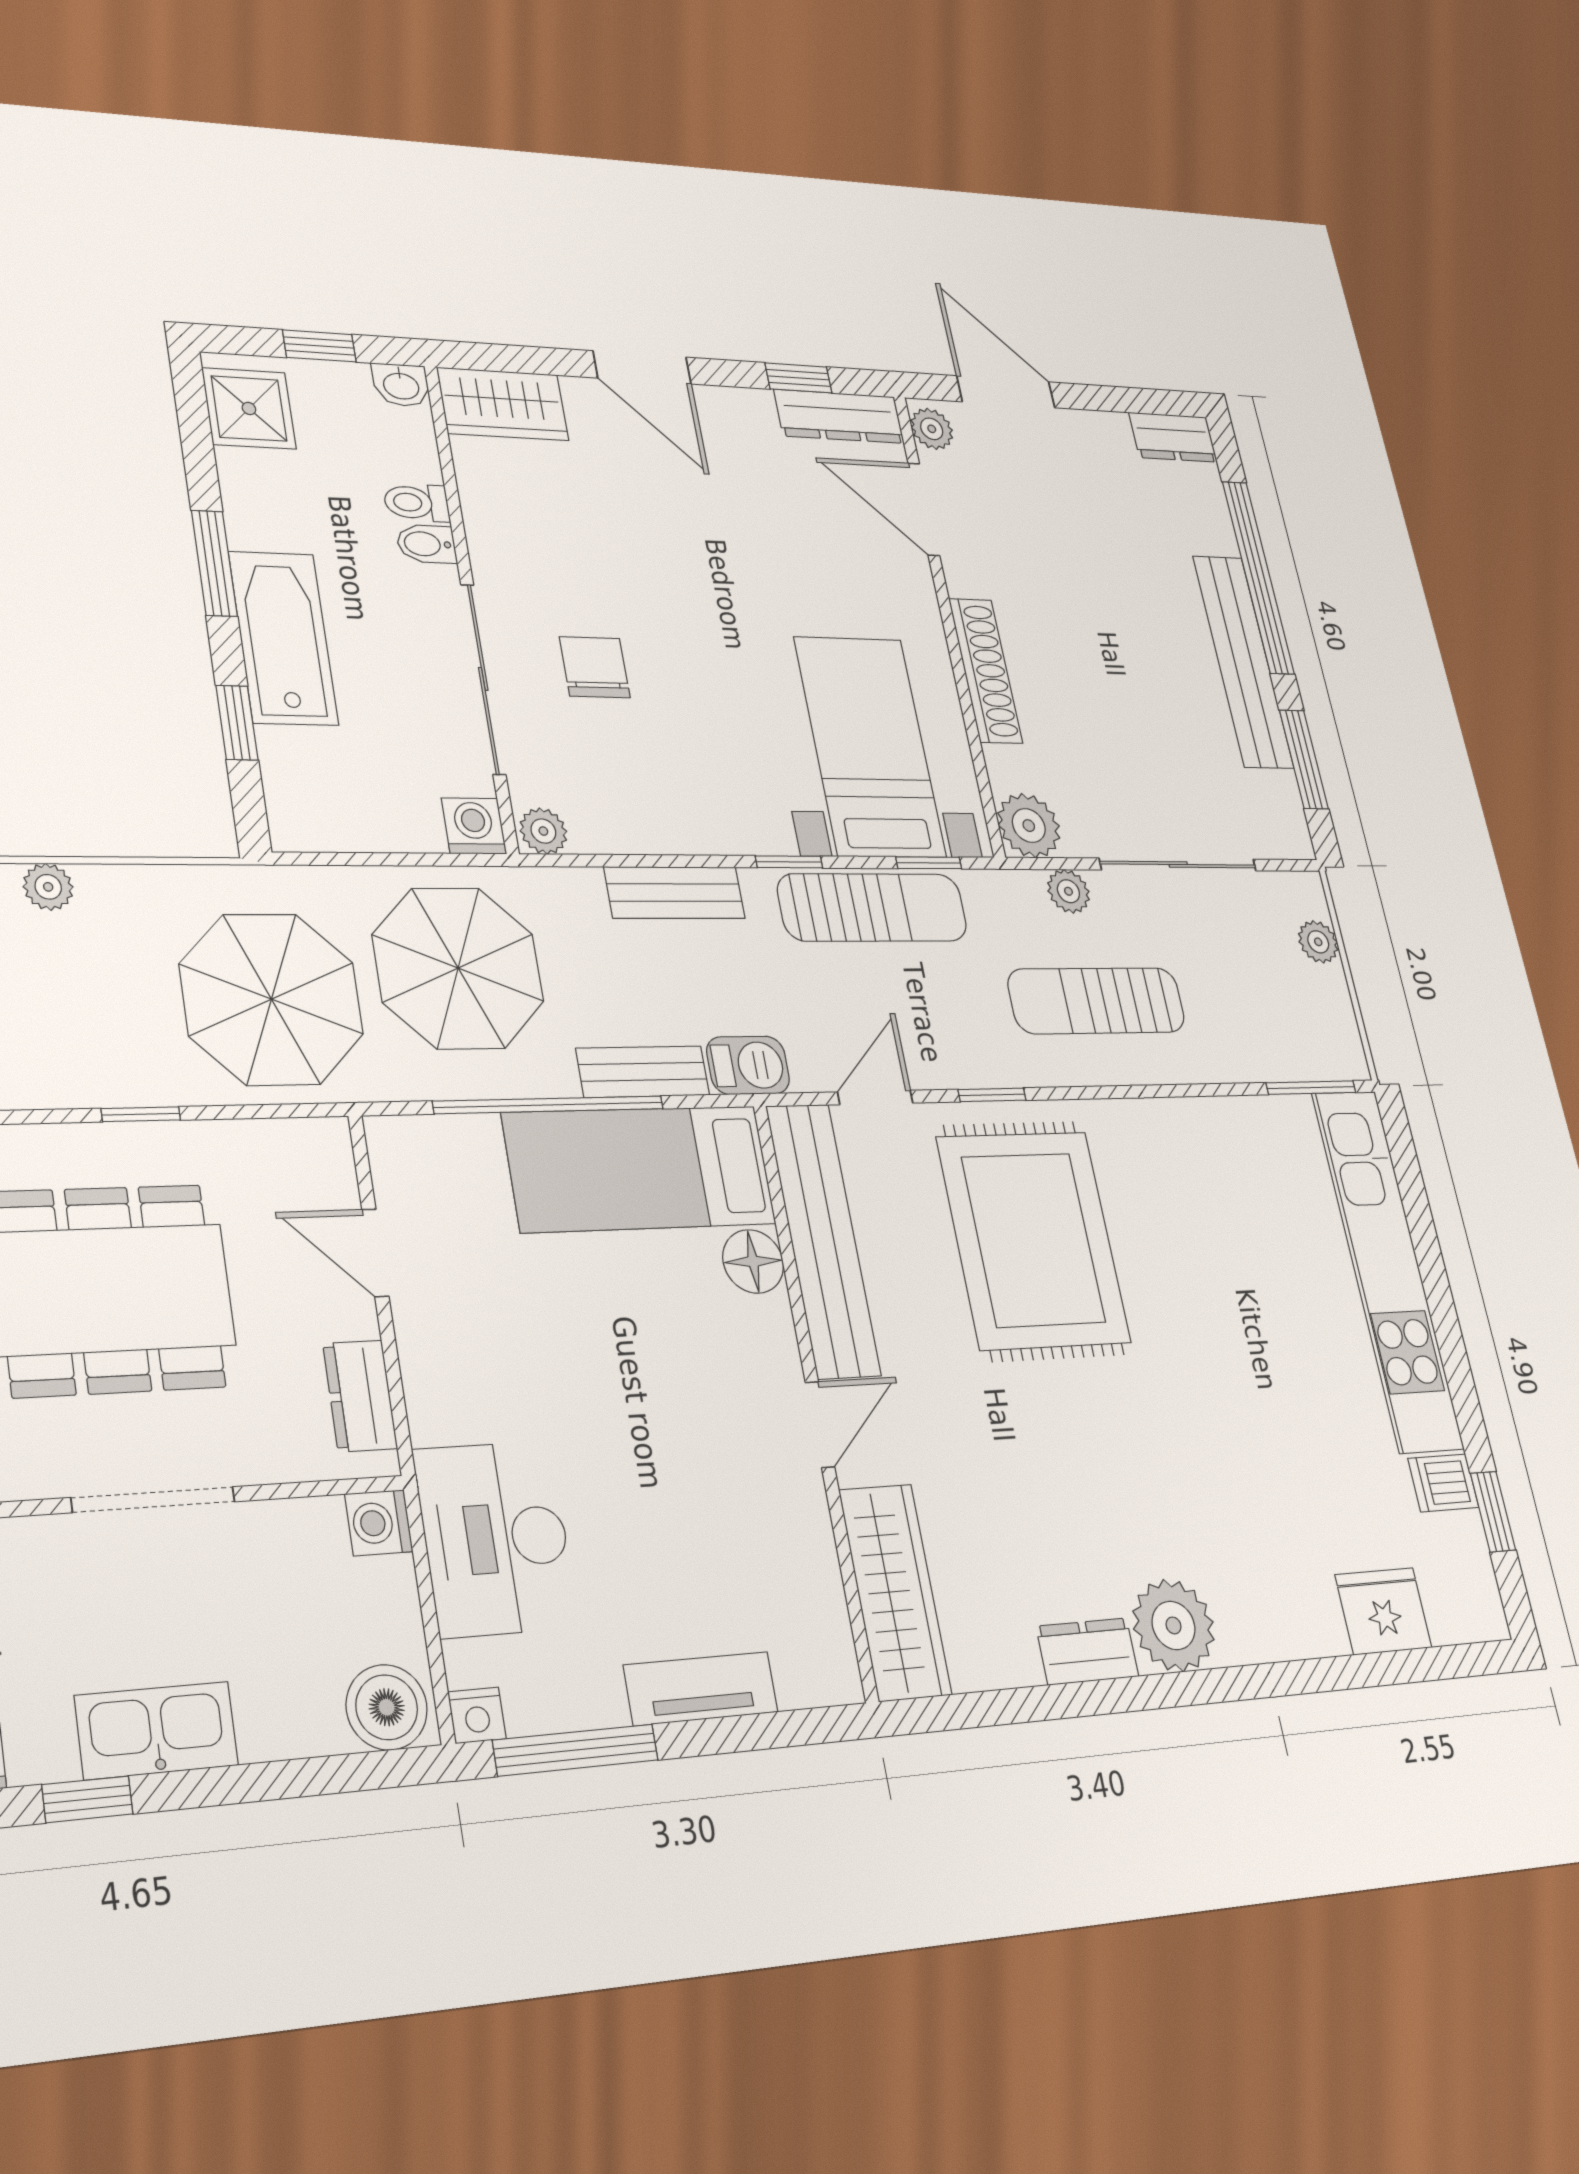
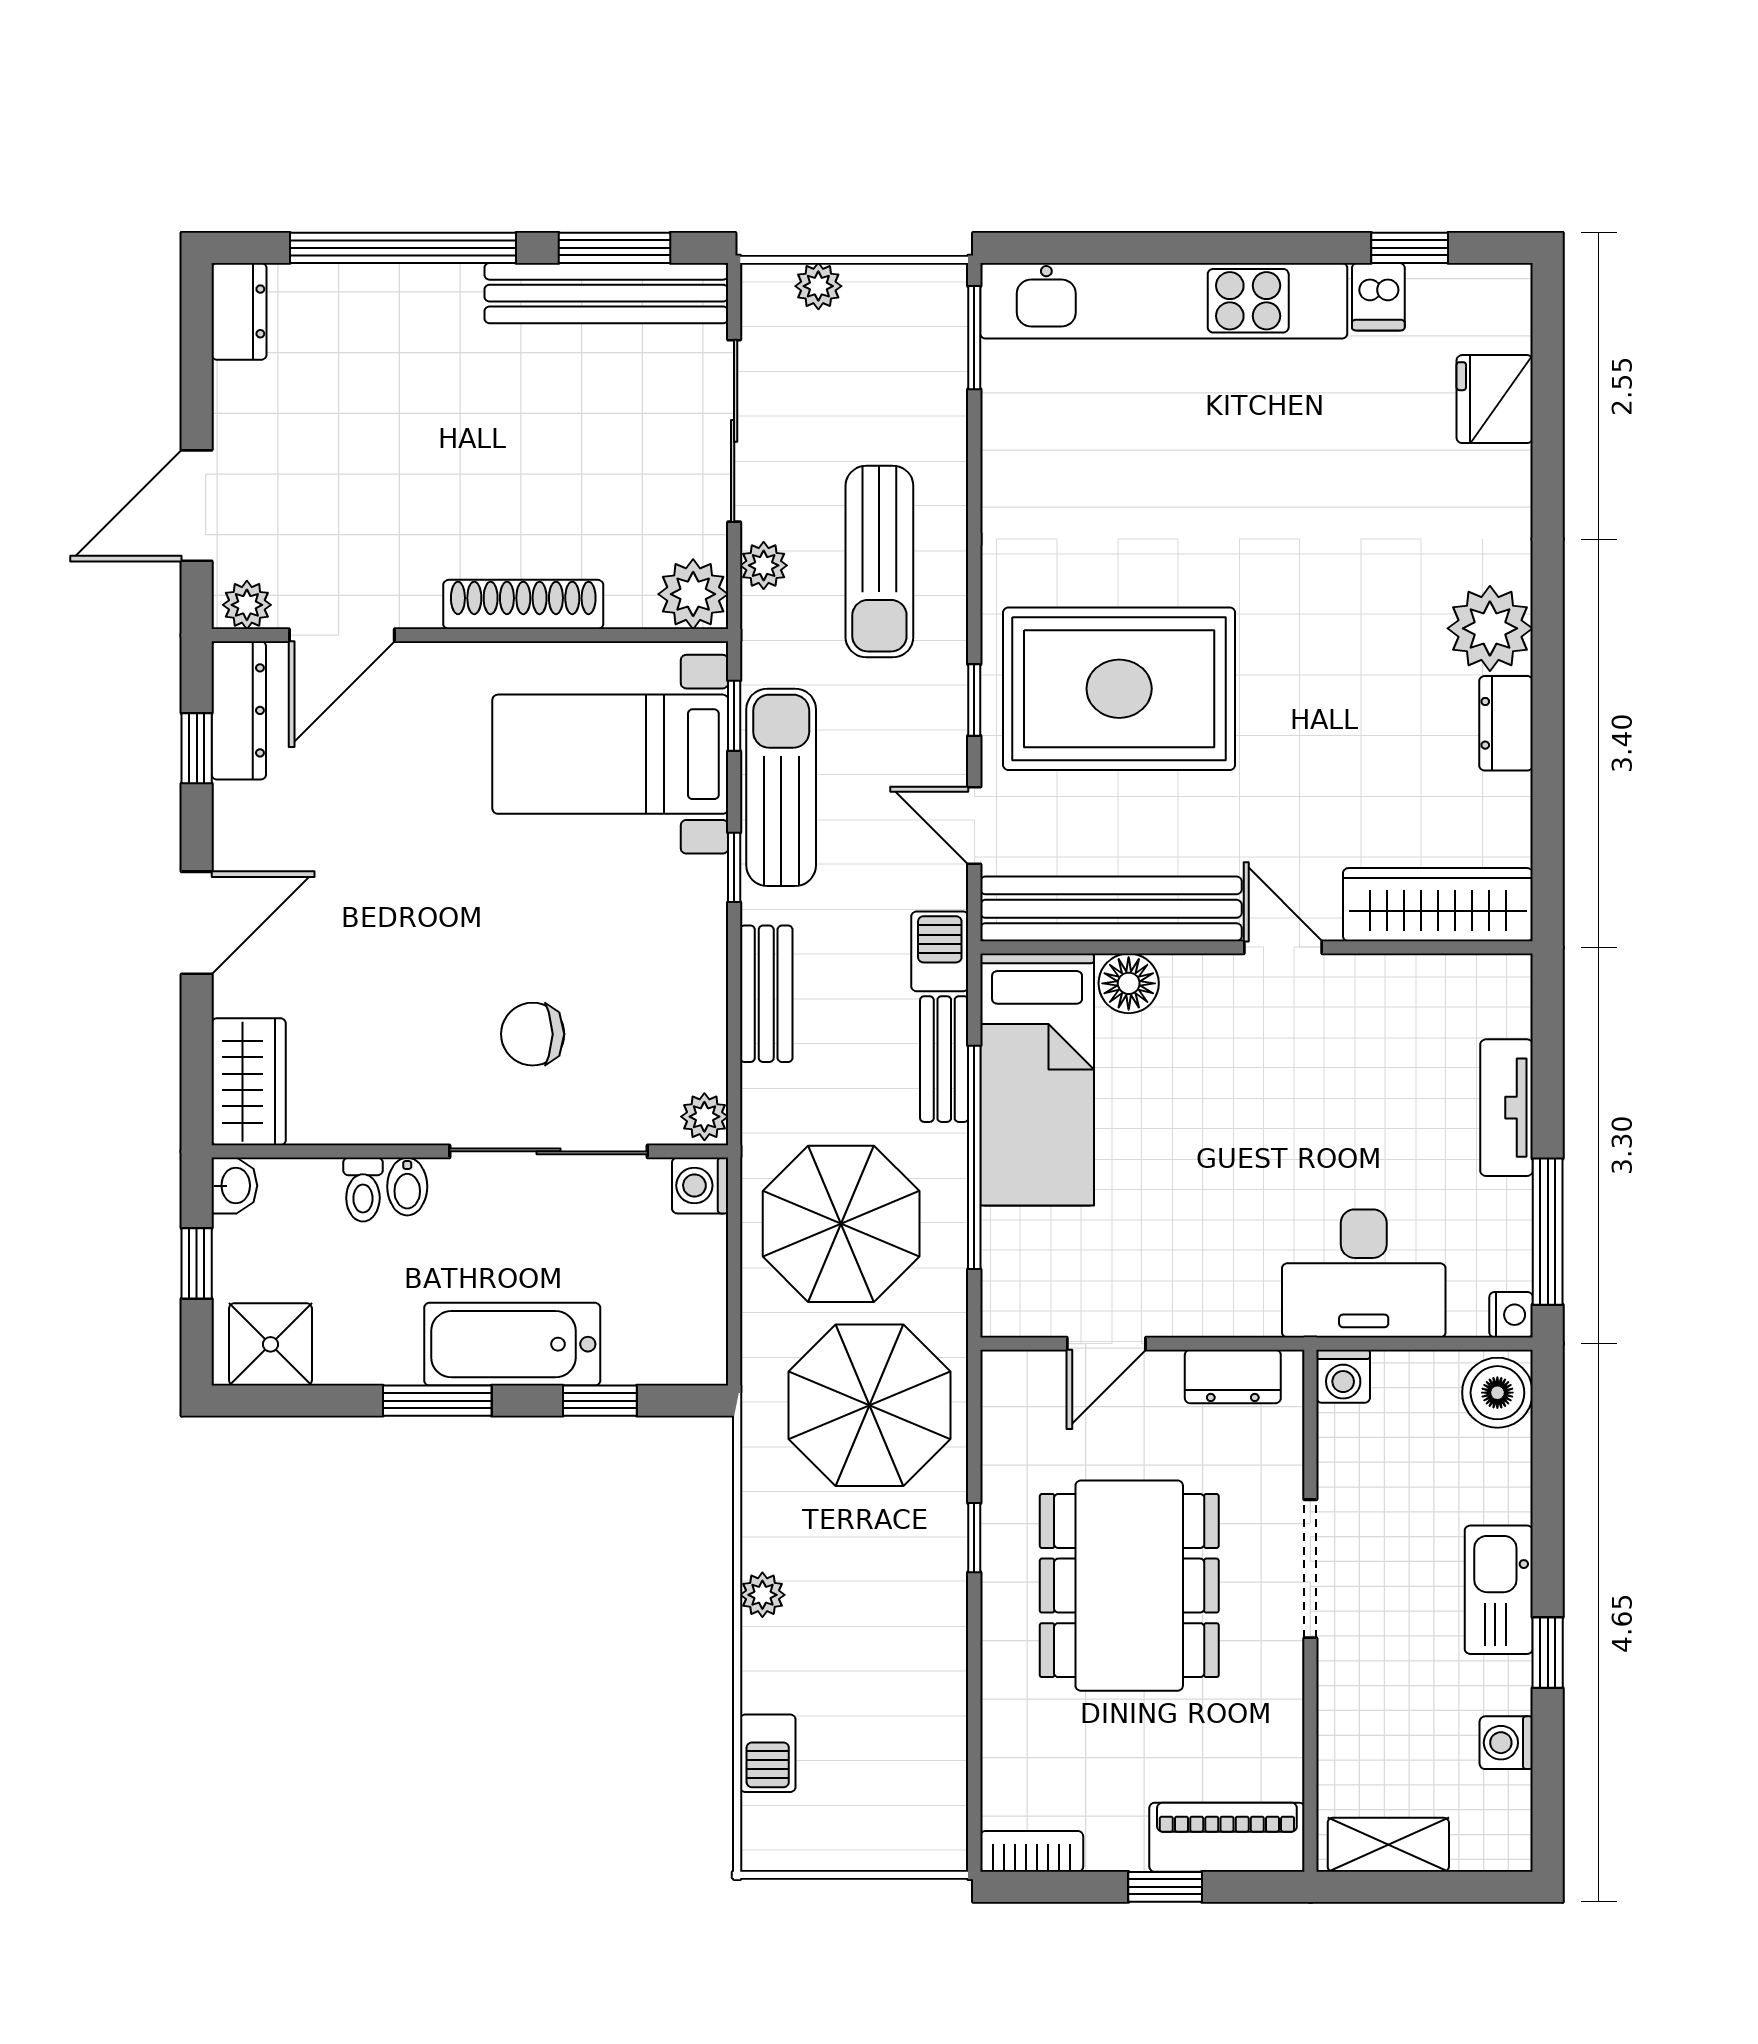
bench: (1243, 661) -> (606, 293), moved

